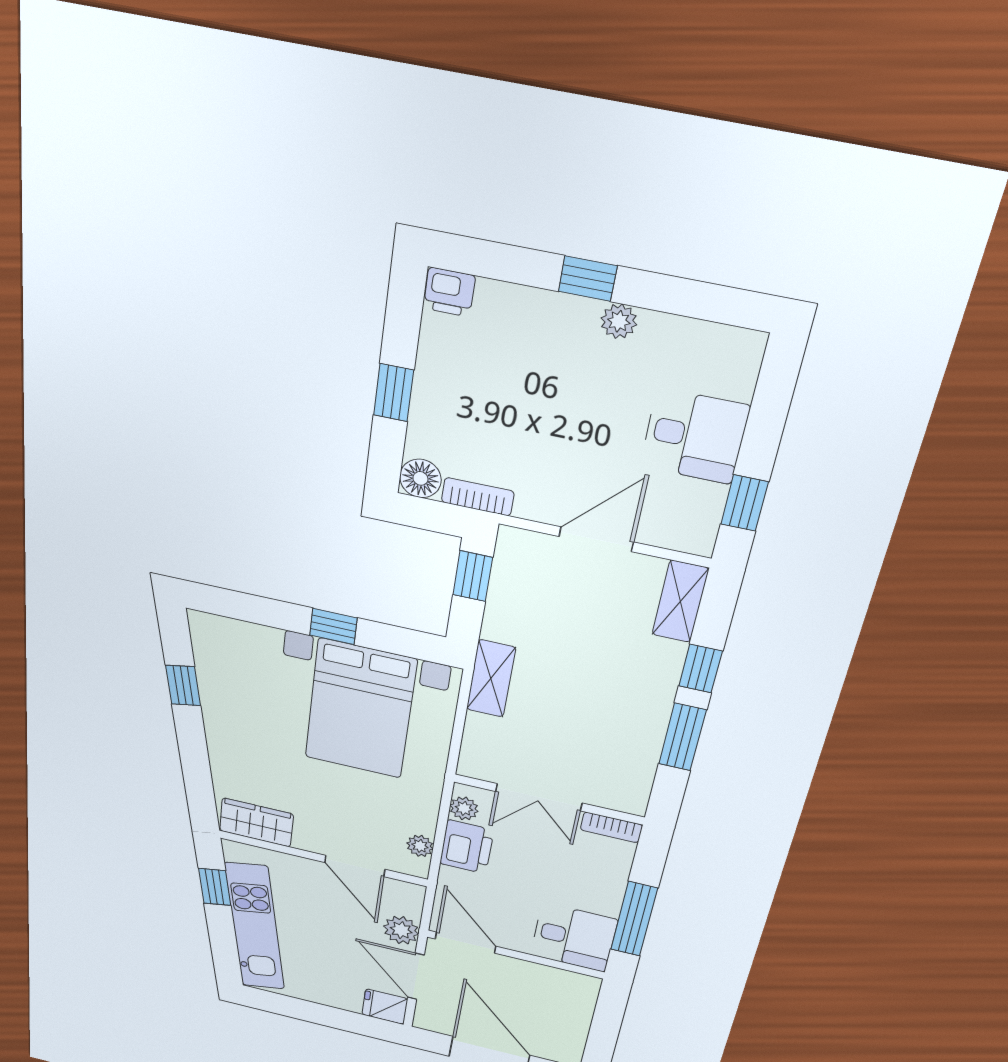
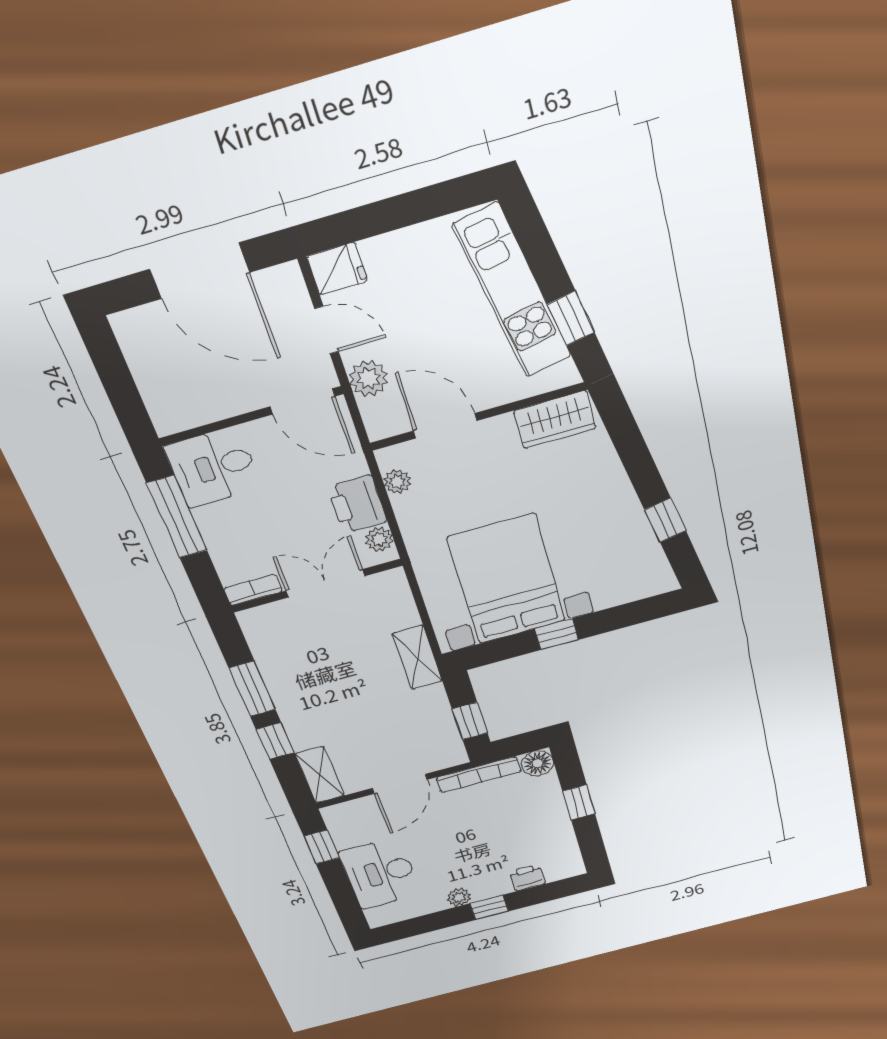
printer: (449, 292) -> (527, 878), moved
desk: (694, 436) -> (380, 873), width x1.37
bookcase: (478, 497) -> (479, 775), width x1.56
door: (416, 976) -> (327, 330), width x0.73

